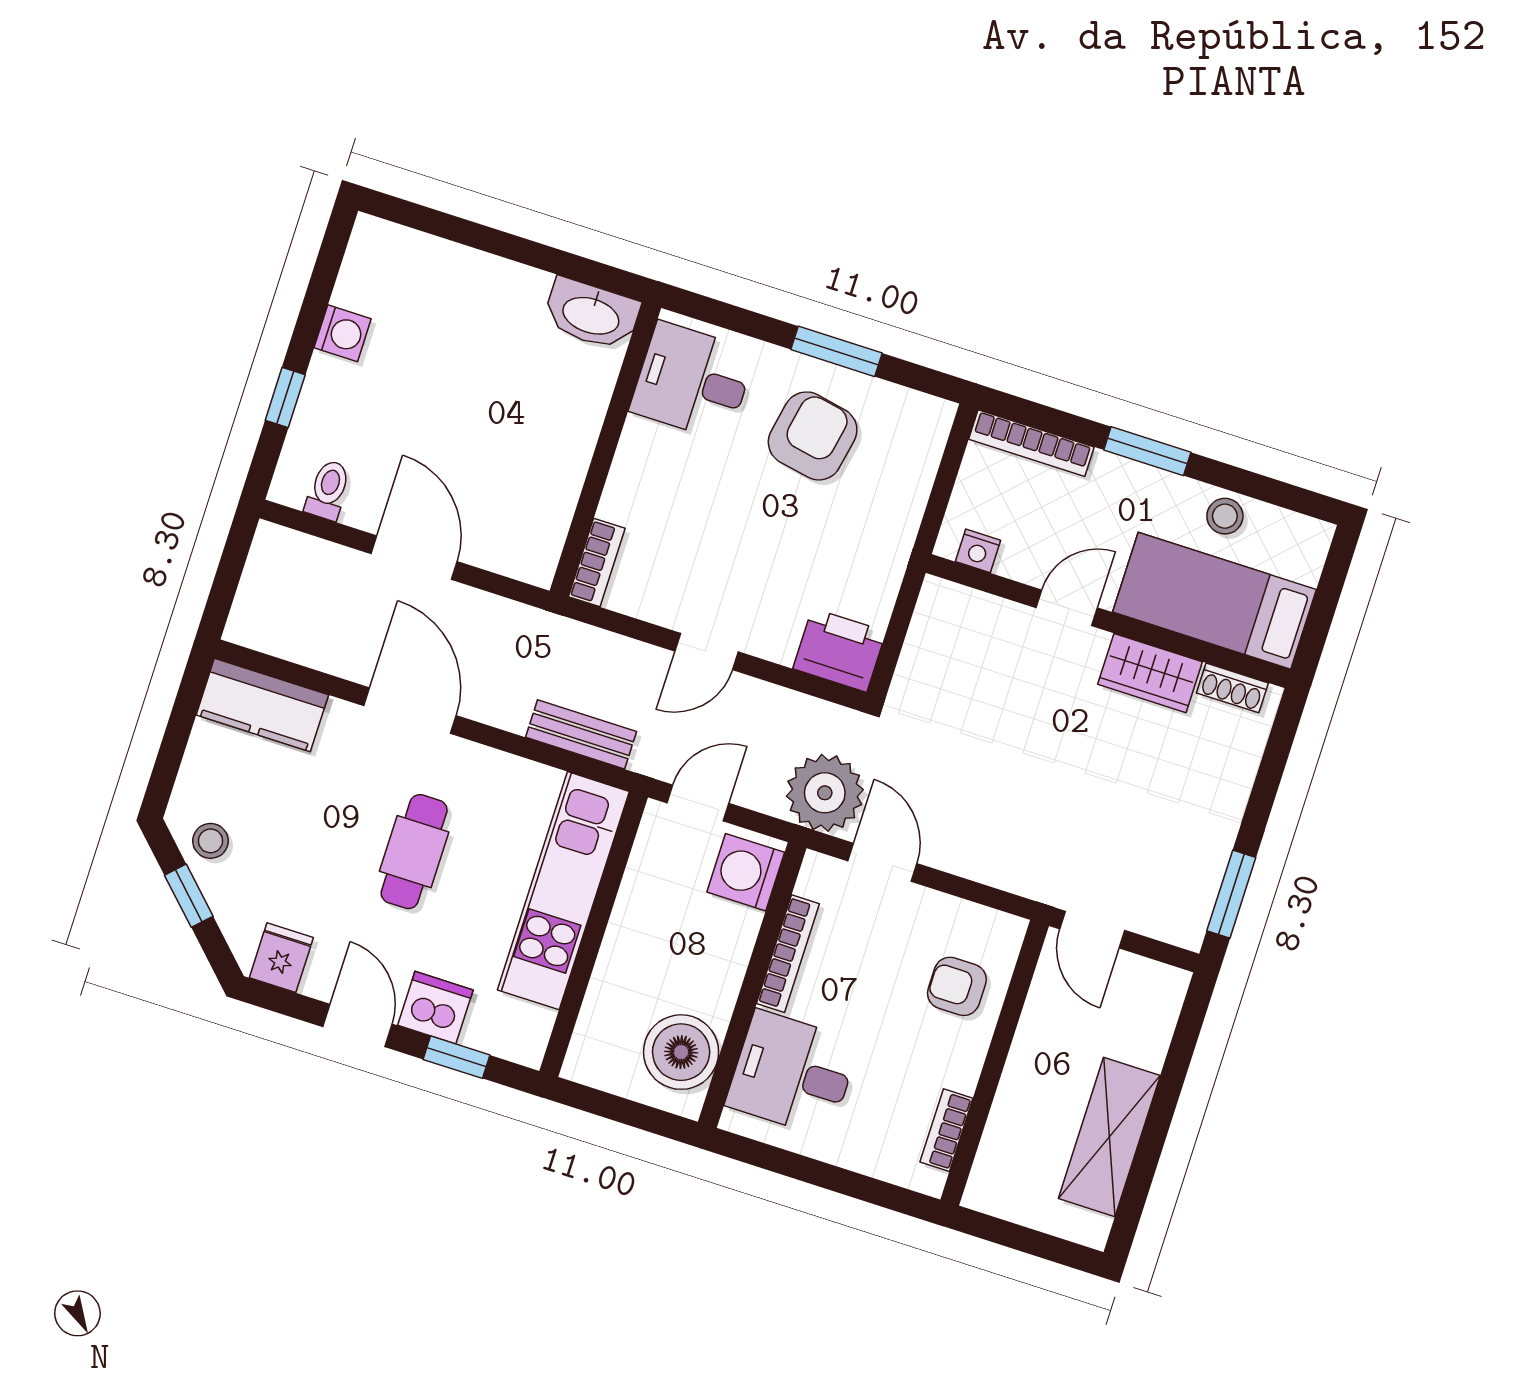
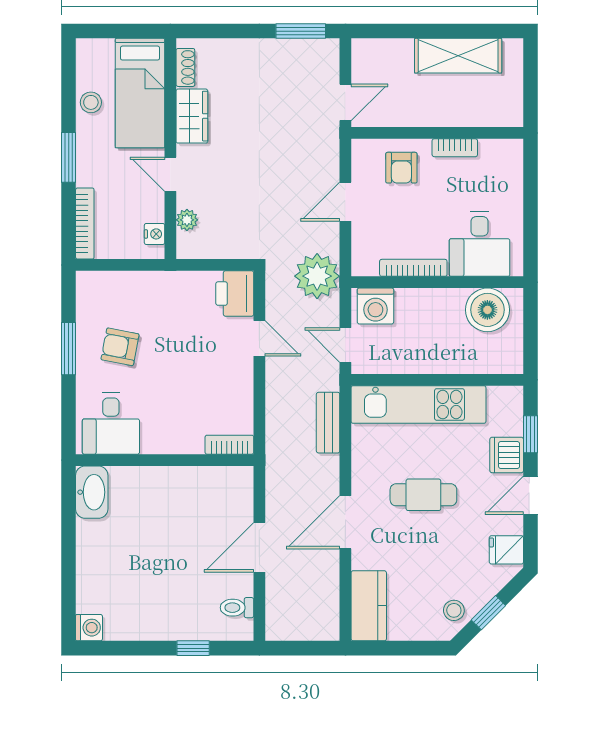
washing machine: (343, 333) -> (89, 628), moved, turned 90
armchair: (813, 436) -> (120, 347), width x0.72, depth x0.72
plant: (984, 611) -> (187, 220), added
door: (706, 651) -> (259, 338), moved
door: (882, 862) -> (345, 202), moved
bookcase: (946, 1130) -> (455, 148), moved

